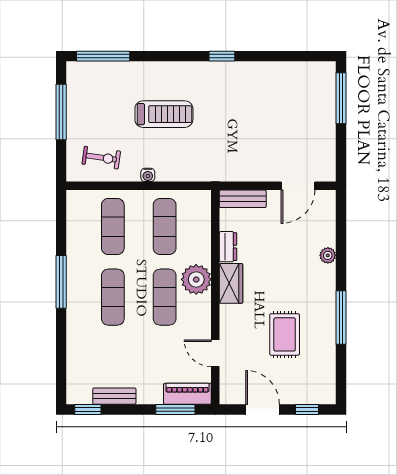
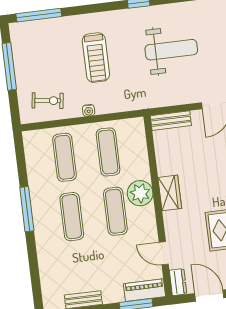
treadmill: (164, 114) -> (96, 58), turned 90
weight bench: (253, 116) -> (171, 50), added
dresser: (228, 247) -> (178, 282), moved

